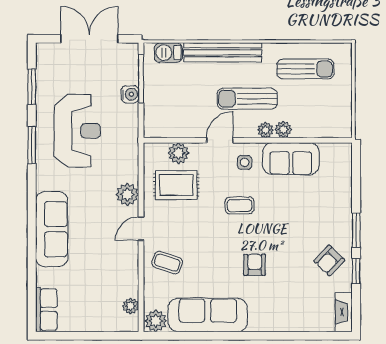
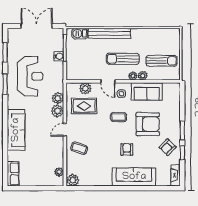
sun lounger: (305, 69) -> (162, 61), moved
door: (220, 140) -> (108, 81), swing flipped
plant: (128, 171) -> (58, 98), added
armchair: (293, 218) -> (148, 124), added
sofa: (208, 315) -> (134, 177), moved

